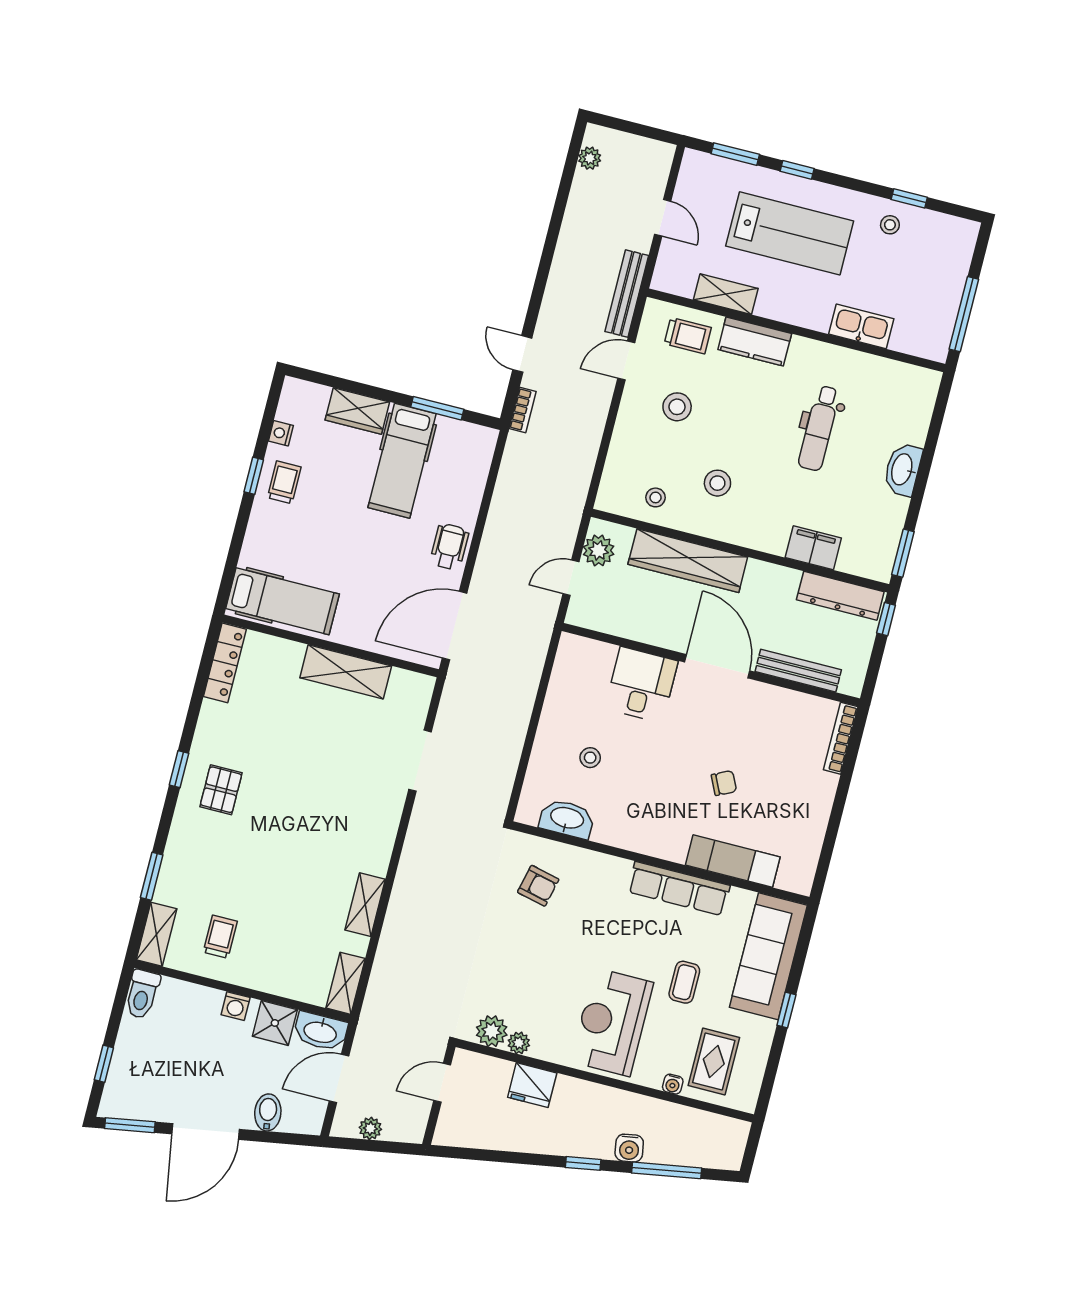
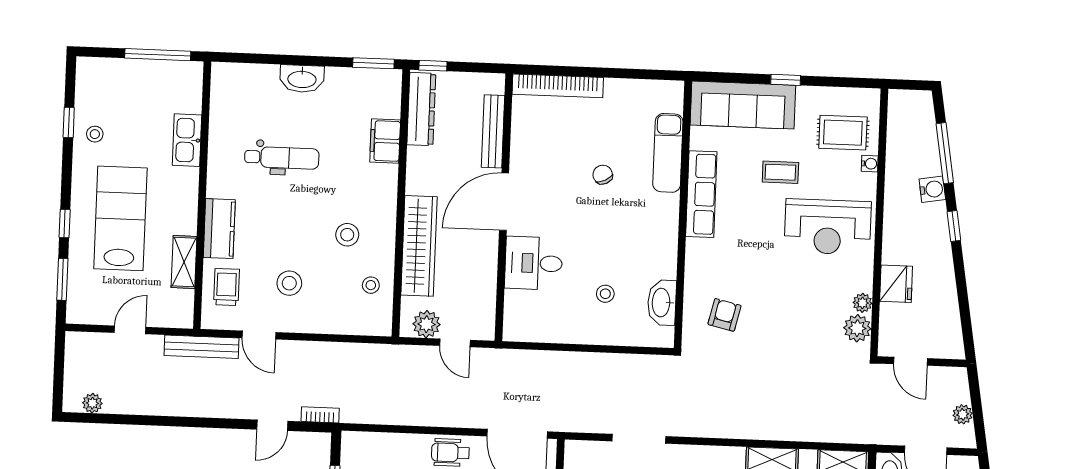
bookcase: (841, 738) -> (558, 86), width x1.48, depth x1.31

